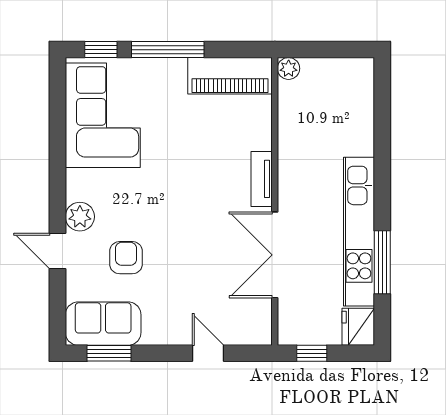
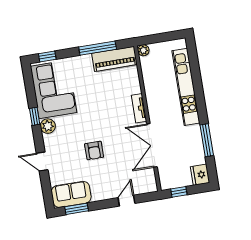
window: (168, 50) -> (98, 48), moved
window: (58, 161) -> (35, 116), added
plant: (80, 217) -> (48, 126), moved
kitchen unit: (359, 232) -> (186, 87), moved
armchair: (126, 258) -> (94, 151), moved, turned 180
door: (208, 353) -> (126, 201), hinge flipped

